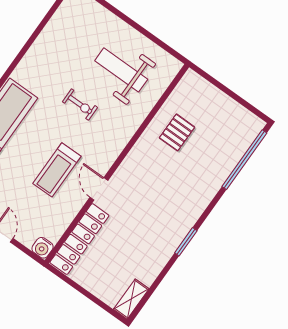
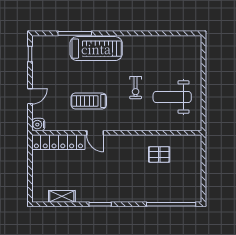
weight bench: (121, 70) -> (172, 97), turned -90
door: (99, 189) -> (95, 133), swing flipped
shelving: (131, 299) -> (62, 196), moved

